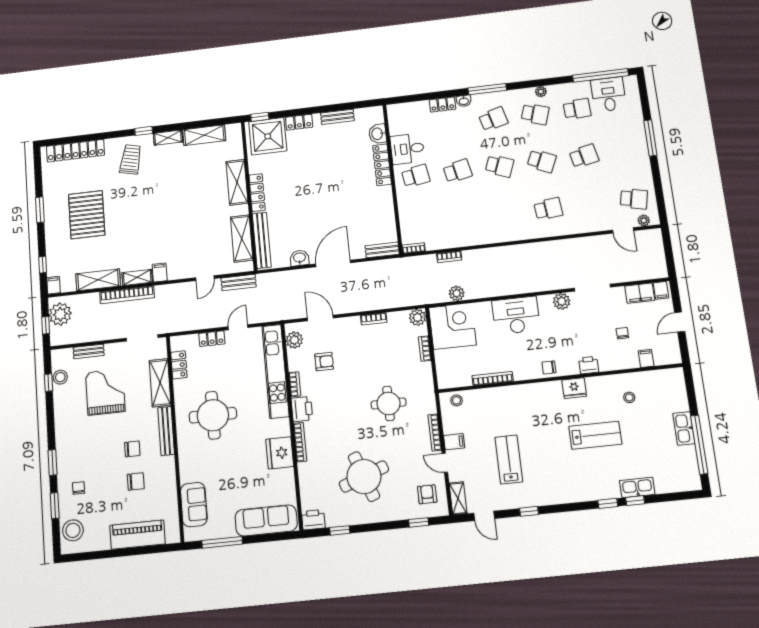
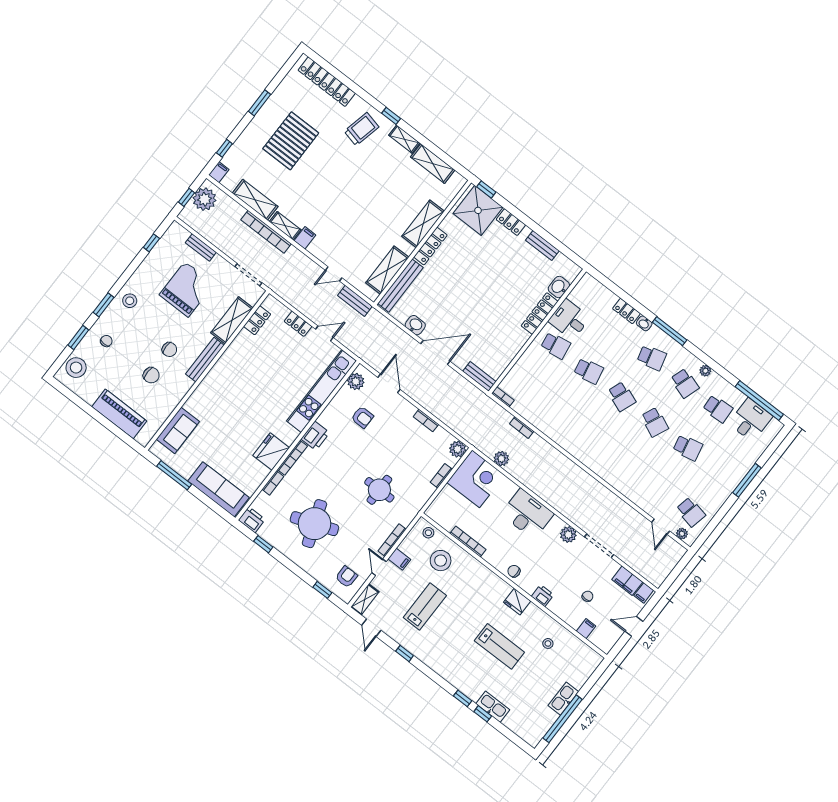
school desk: (548, 209) -> (625, 461), removed
stool: (60, 377) -> (130, 301), moved
bookcase: (295, 384) -> (273, 483), moved
stool: (486, 413) -> (441, 561), added
round table: (213, 415) -> (248, 380), removed

